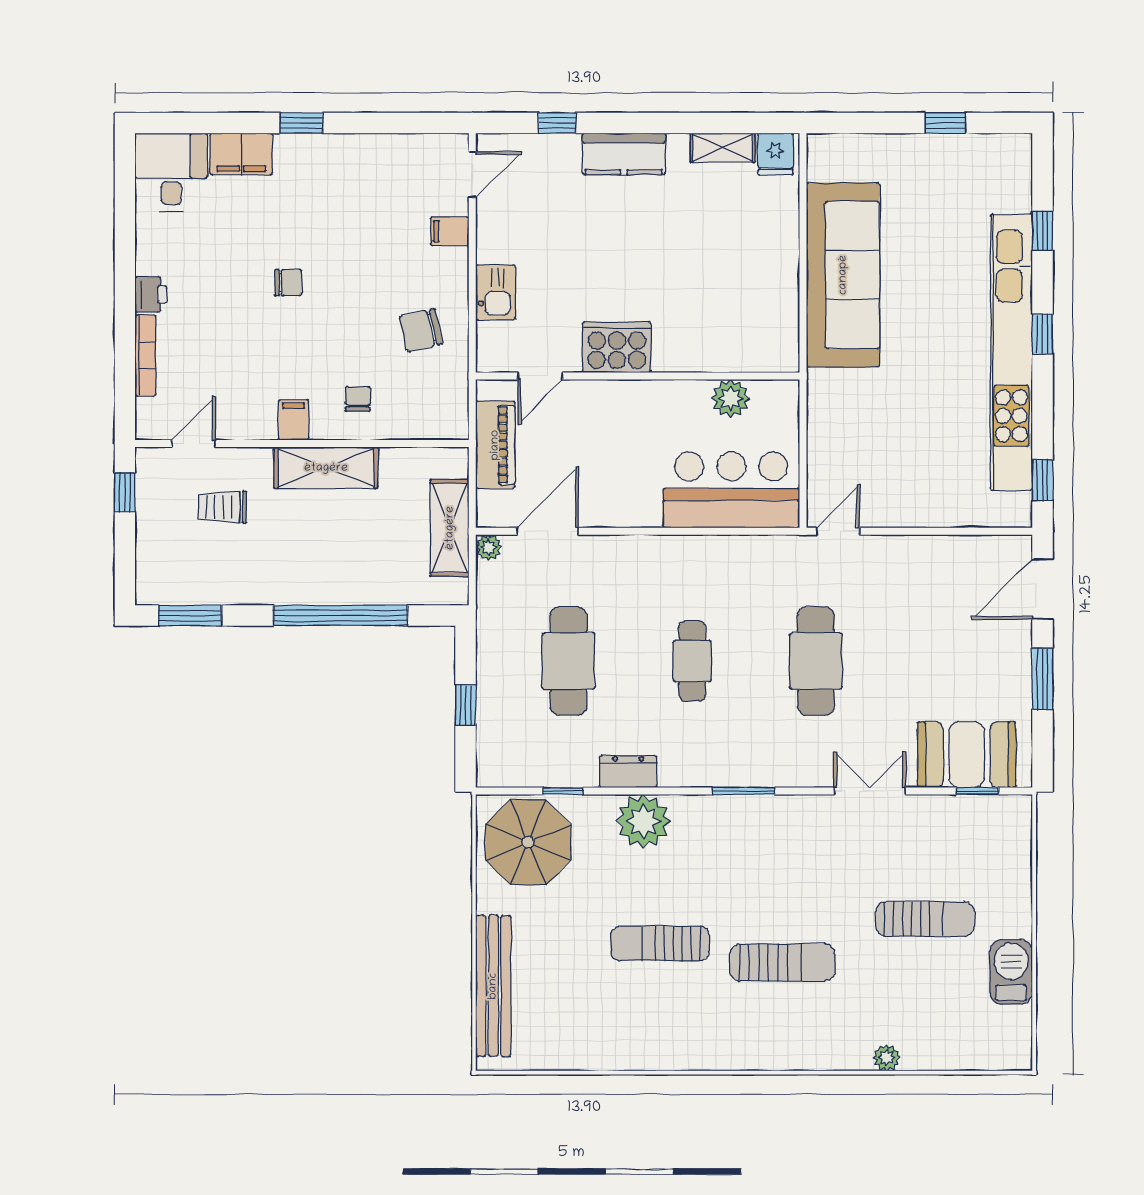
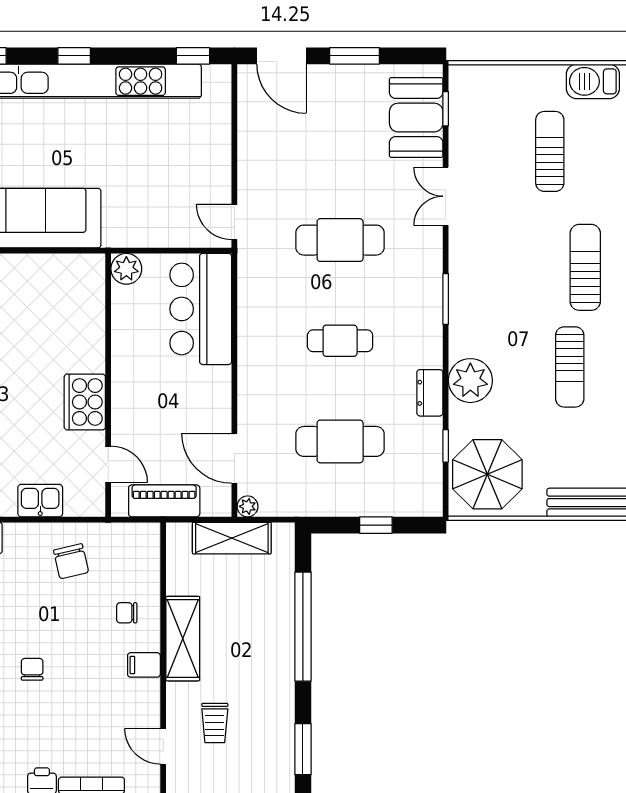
plant: (730, 398) -> (126, 269), moved

